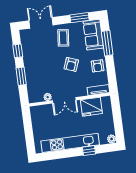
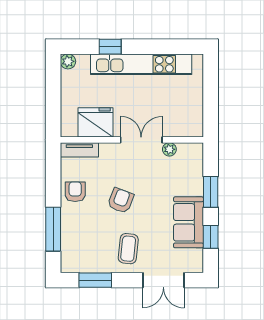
sofa: (93, 35) -> (189, 222), moved, turned 180

